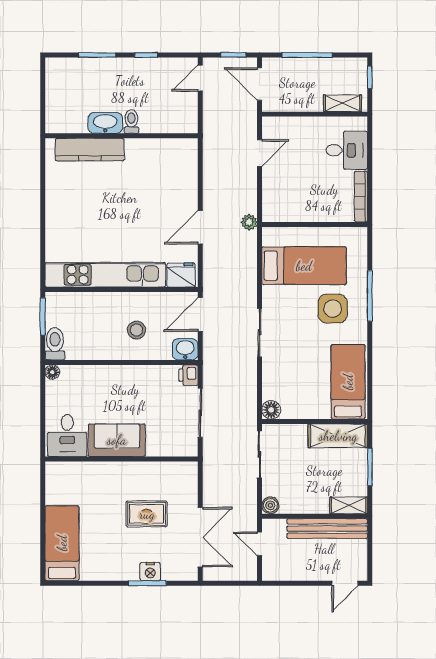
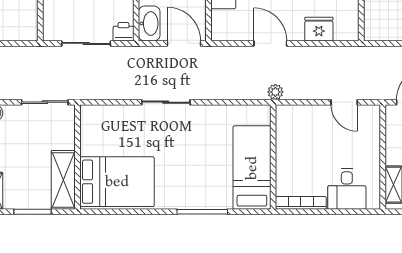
bed: (304, 266) -> (252, 168), moved, turned 180
fridge: (181, 275) -> (319, 29), moved, turned -90
side table: (333, 309) -> (190, 175), removed
washbasin: (185, 349) -> (149, 23), width x1.38
bed: (348, 382) -> (117, 182), width x1.50
floor lamp: (271, 410) -> (89, 114), removed

